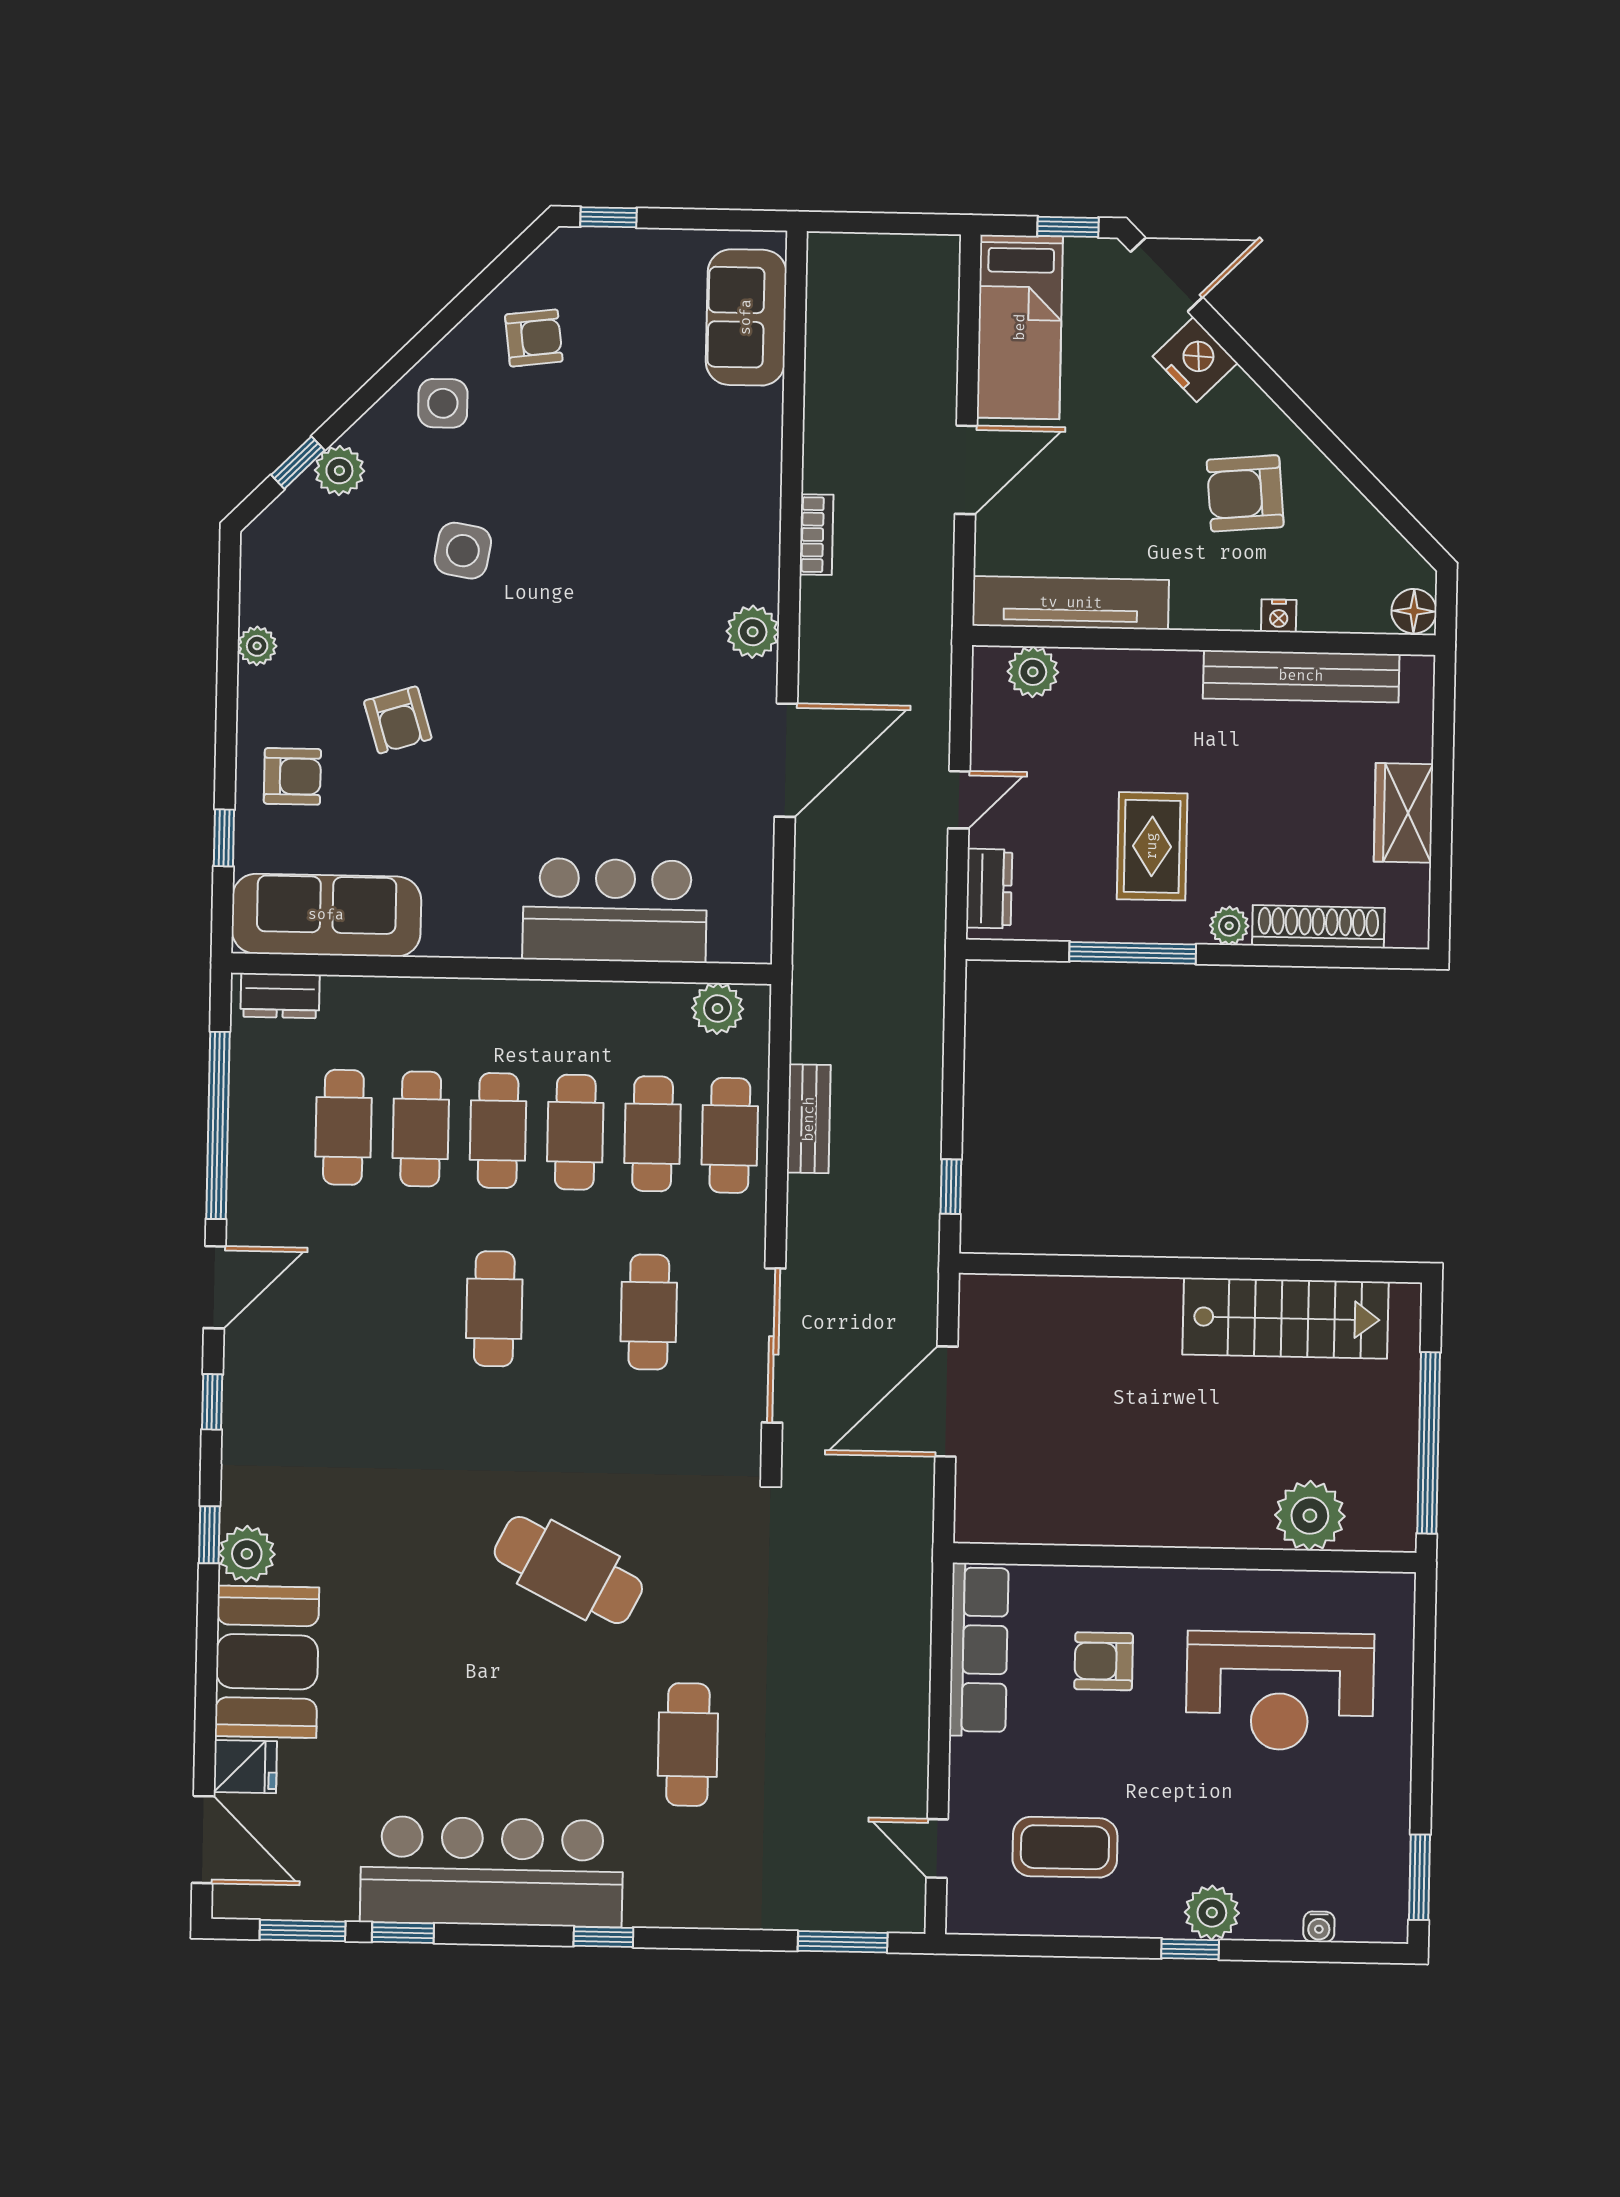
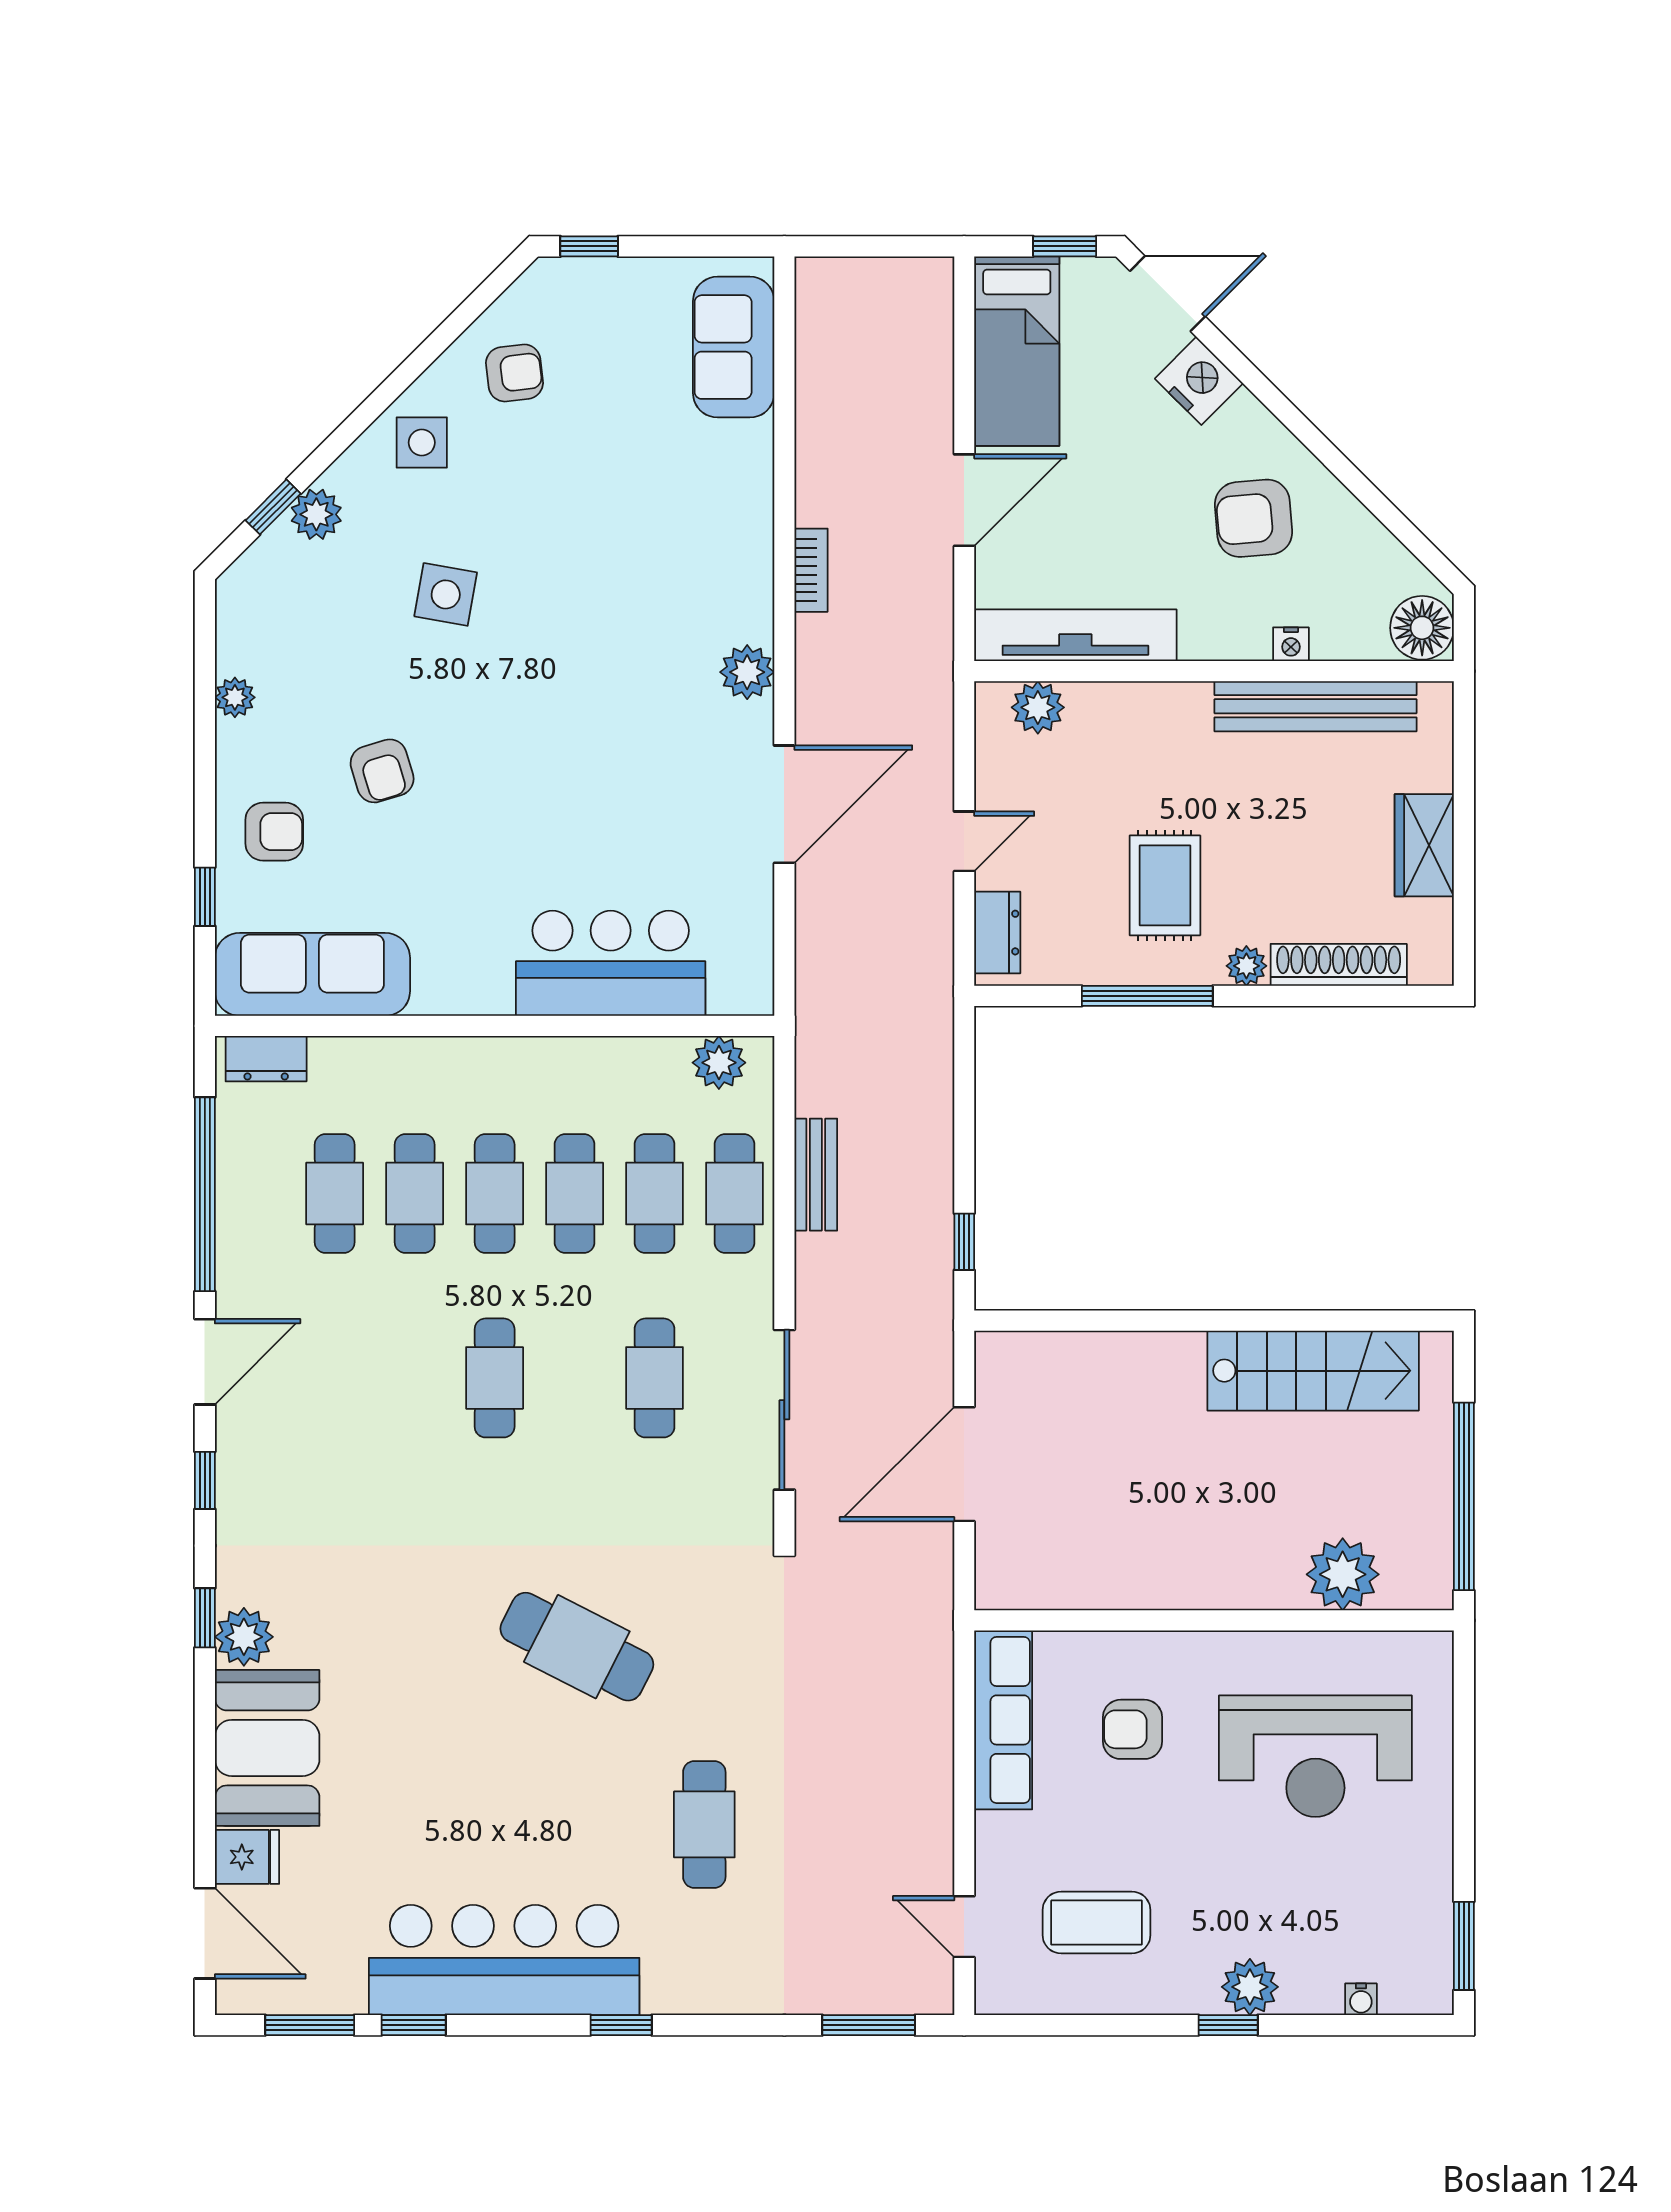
floor lamp: (1414, 611) -> (1422, 628), width x1.38, depth x1.38

